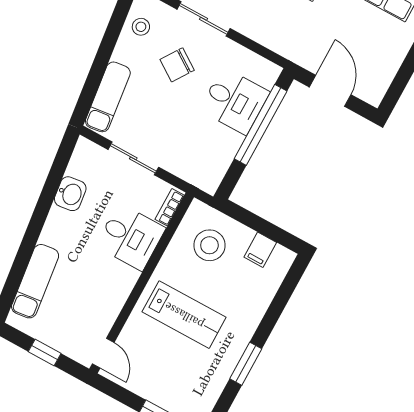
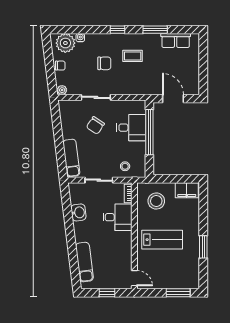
stool: (141, 27) -> (125, 166), moved
filing cabinet: (260, 250) -> (187, 190), width x2.00

